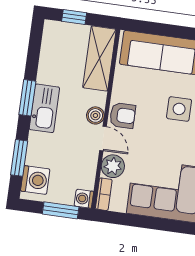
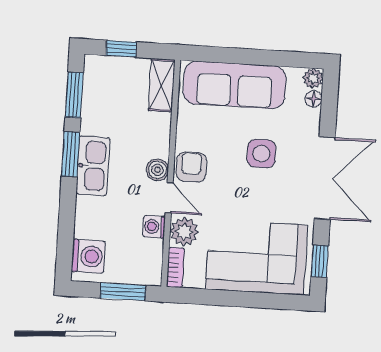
shelving: (99, 58) -> (162, 85), width x0.67, depth x0.75
armchair: (123, 115) -> (191, 167), turned -90
window: (19, 158) -> (74, 95), moved
washing machine: (84, 199) -> (154, 227), moved

